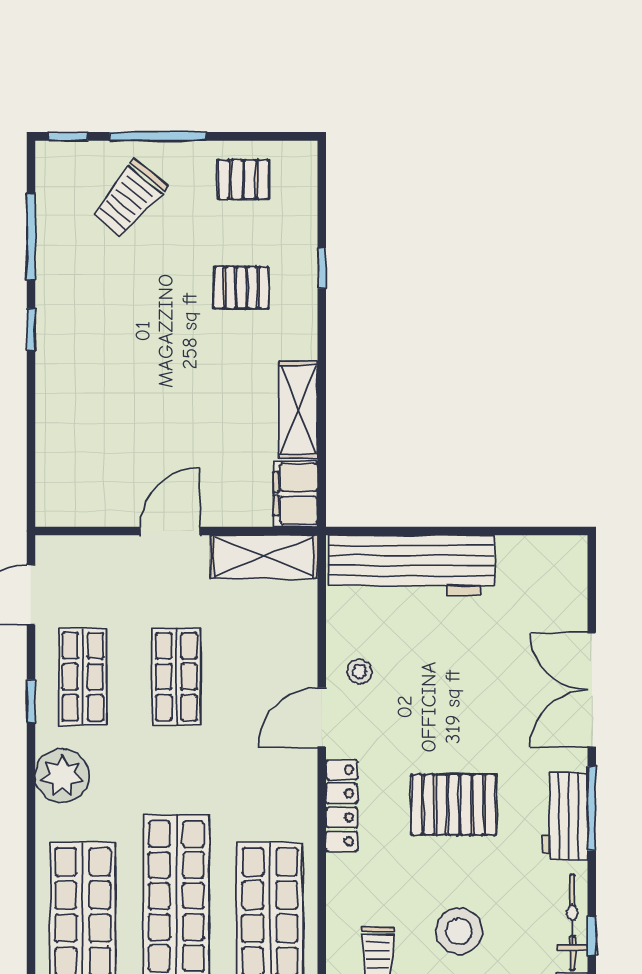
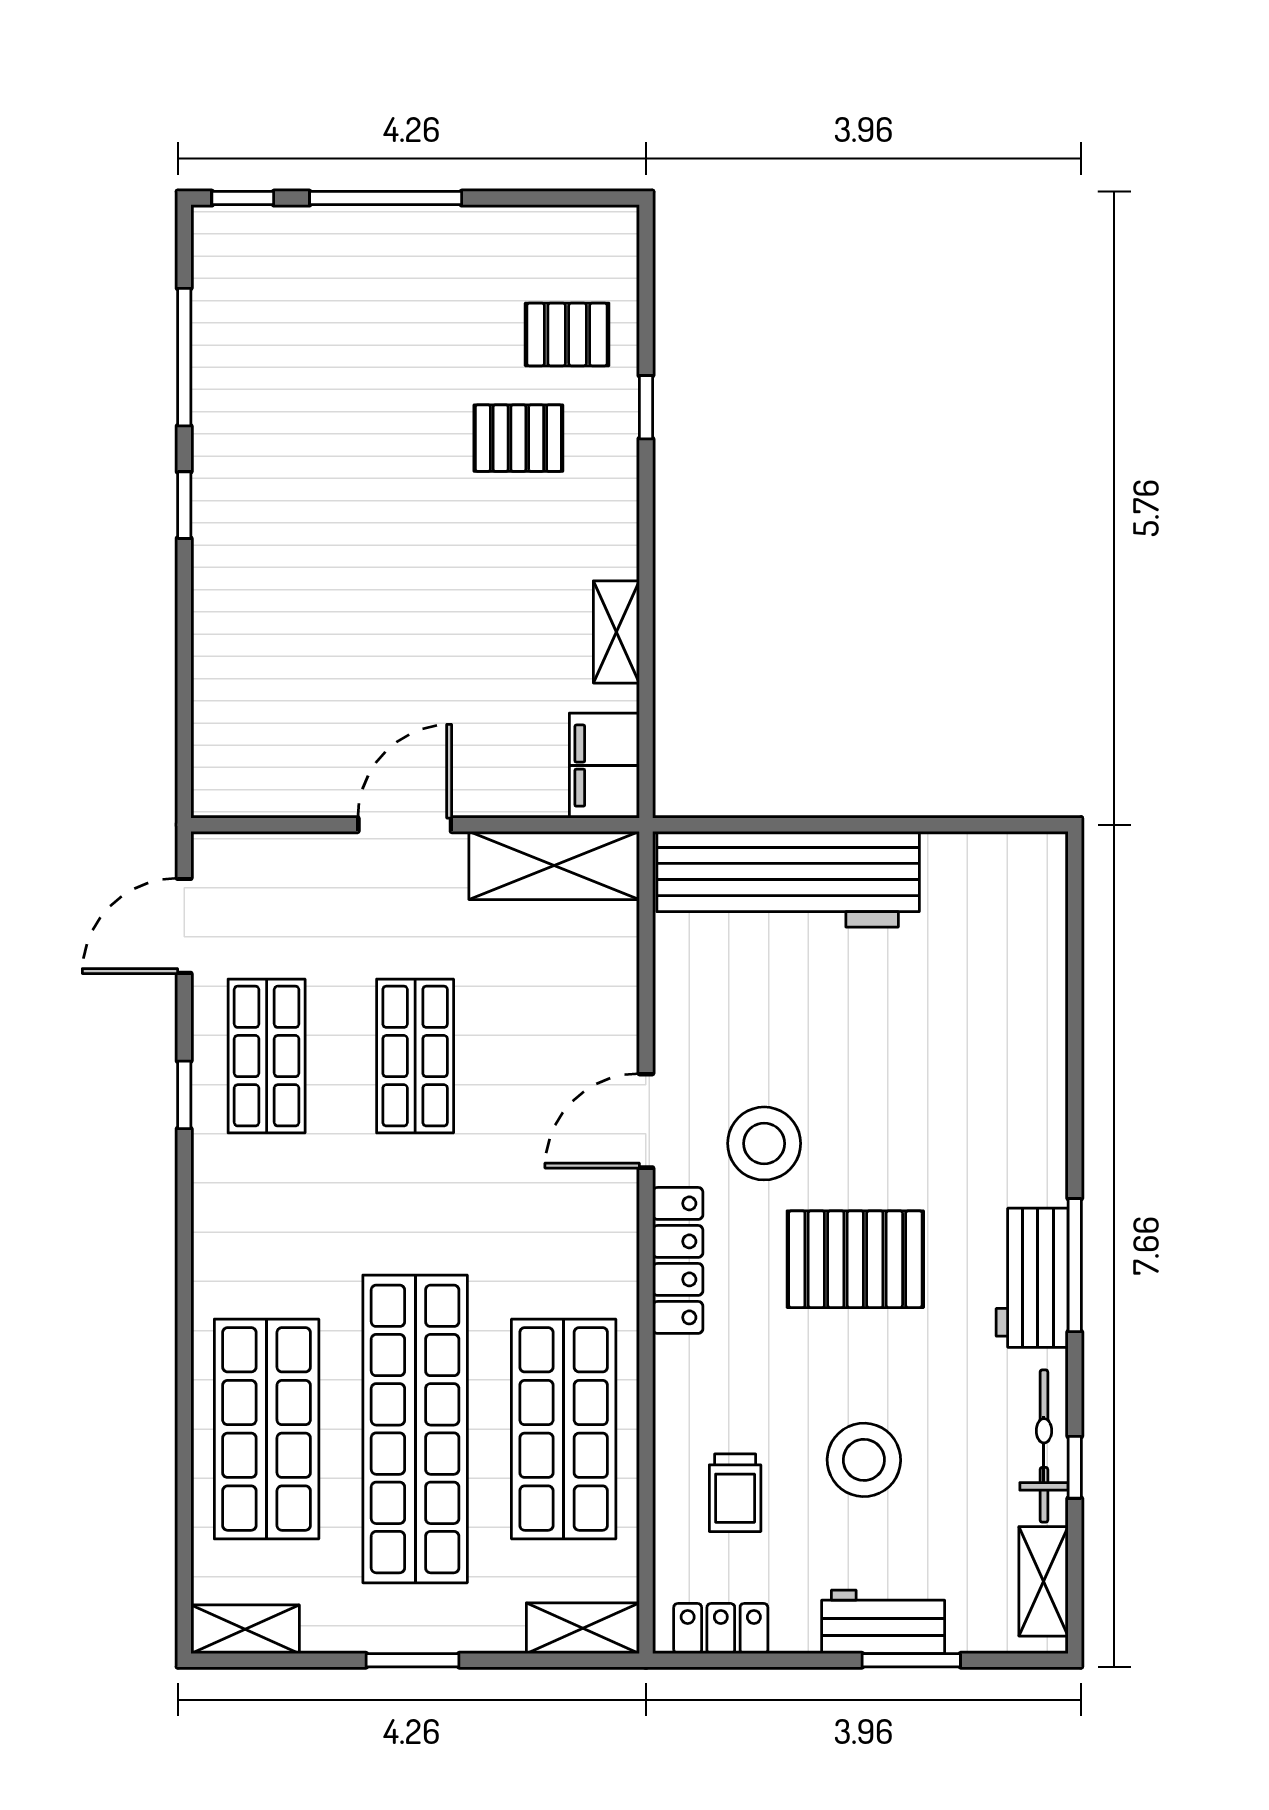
pallet: (243, 179) -> (567, 334), moved
trolley: (129, 199) -> (340, 297), removed
shelving: (298, 410) -> (616, 632), width x0.67, depth x0.75
stool: (360, 671) -> (764, 1143), moved, width x1.89, depth x1.89
double door: (592, 690) -> (1075, 1077), removed
plant: (62, 776) -> (234, 1213), removed

